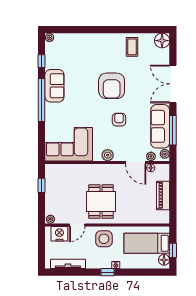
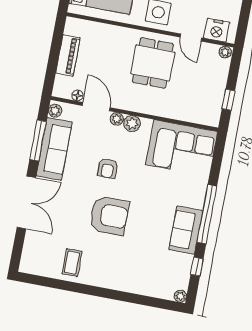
floor lamp: (162, 41) -> (30, 264), removed
armchair: (112, 86) -> (109, 216), turned 90
plant: (151, 156) -> (117, 119), moved
door: (77, 225) -> (191, 38), swing flipped

